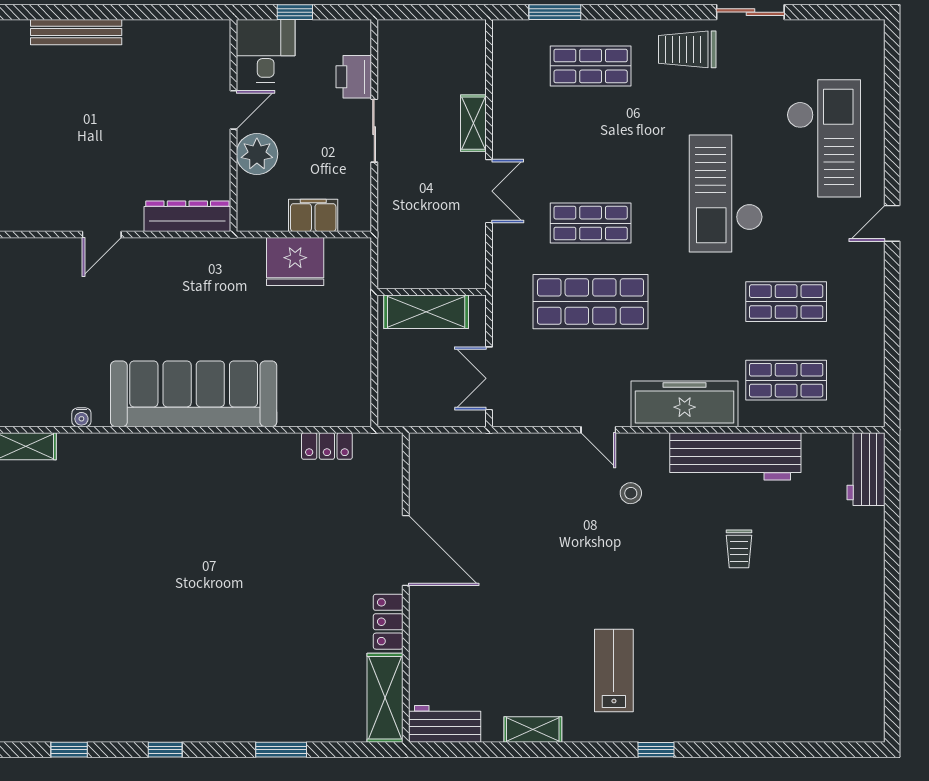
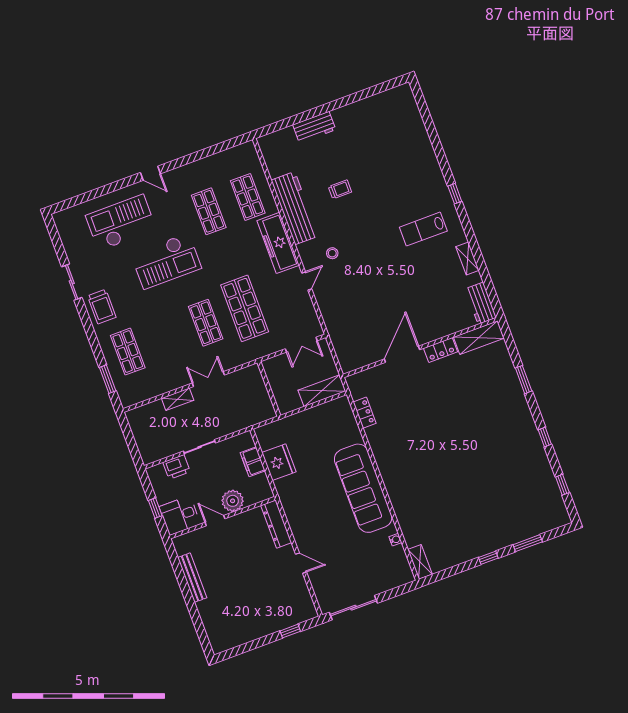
bench: (76, 32) -> (192, 578), moved
shelving: (426, 312) -> (322, 391), moved, turned 90
workbench: (866, 469) -> (314, 127), moved

